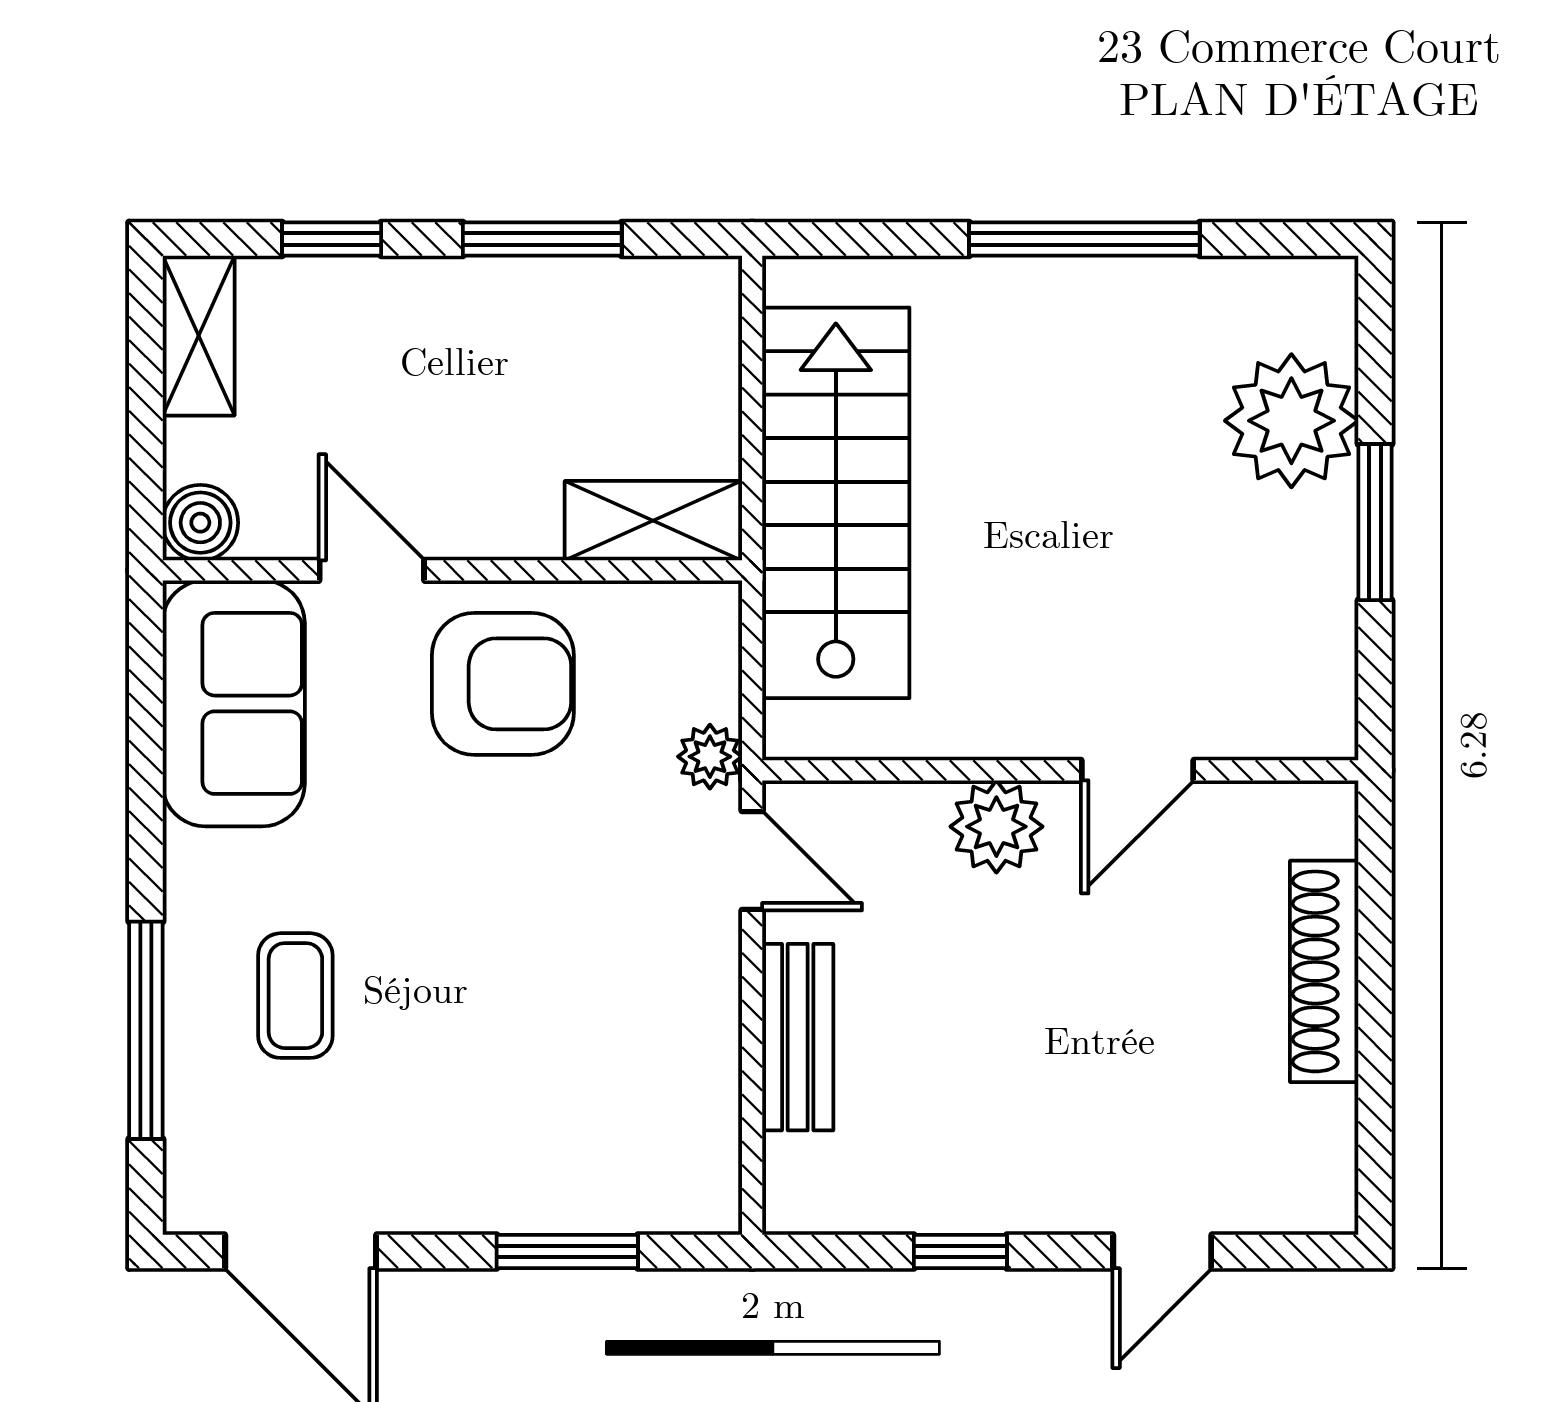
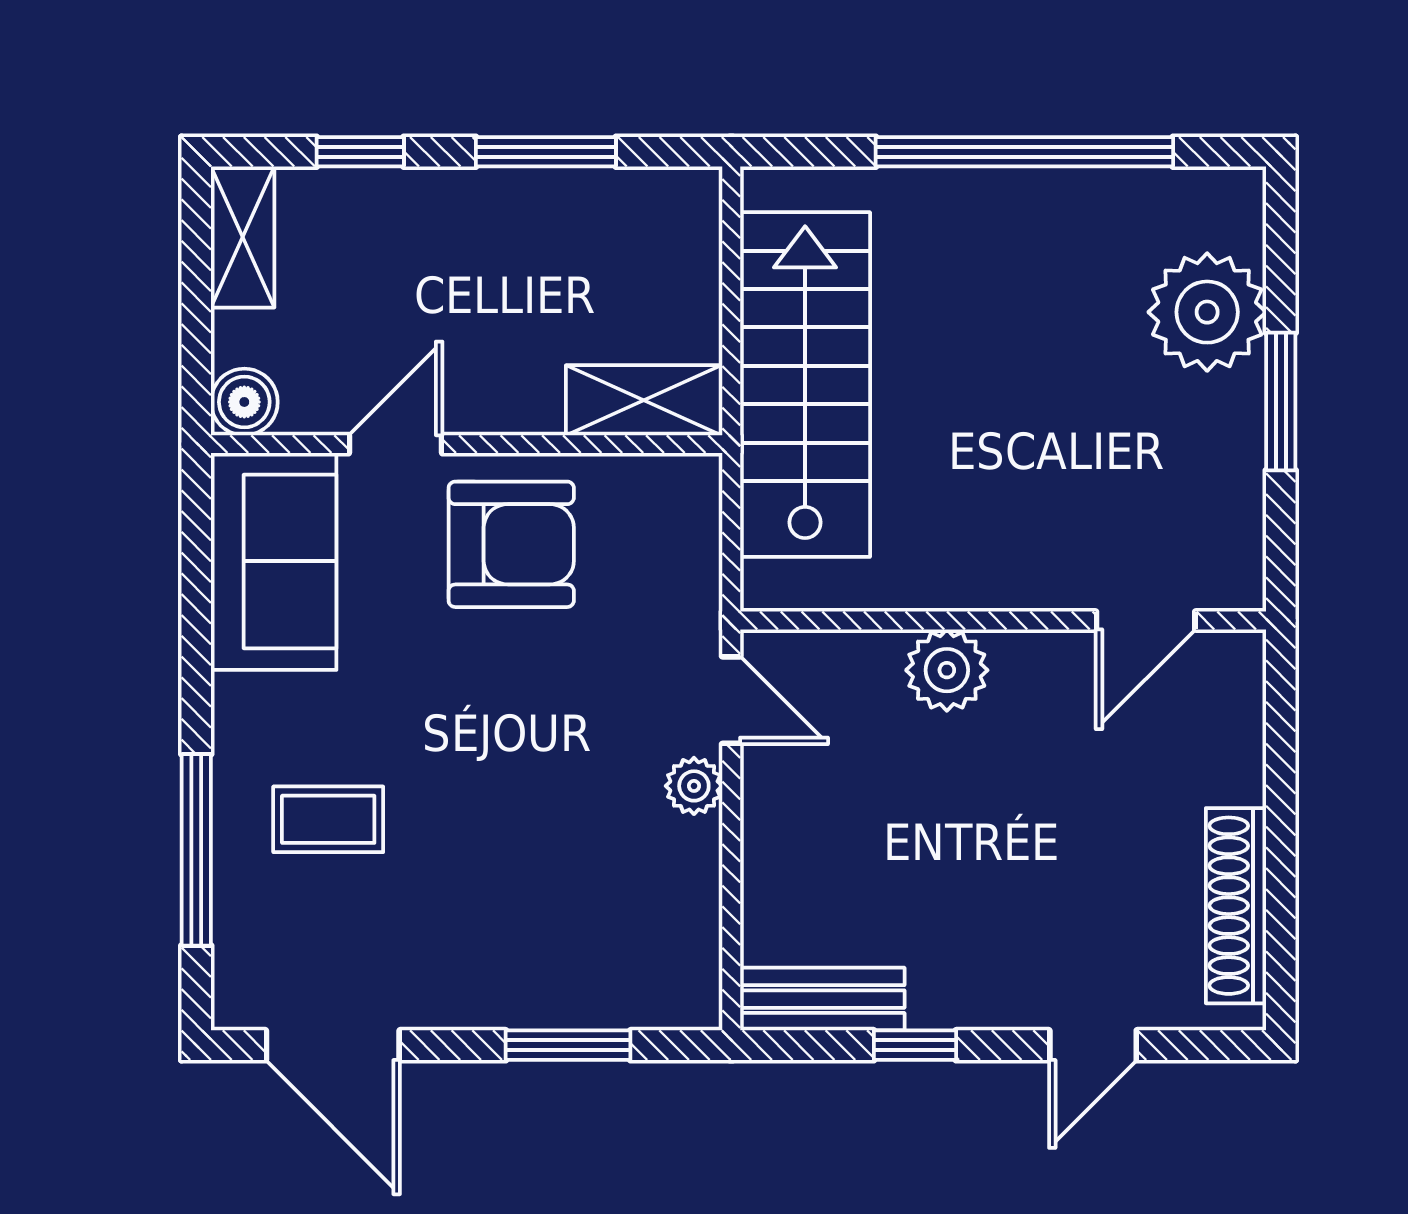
window: (1084, 239) -> (1024, 152), width x1.46
door: (372, 570) -> (395, 444), hinge flipped
plant: (710, 757) -> (694, 786), moved
door: (1138, 770) -> (1146, 620), moved
shoe rack: (1324, 971) -> (1236, 906), moved
coffee table: (295, 996) -> (328, 819), turned 90
bench: (798, 1037) -> (822, 999), moved, turned 90

